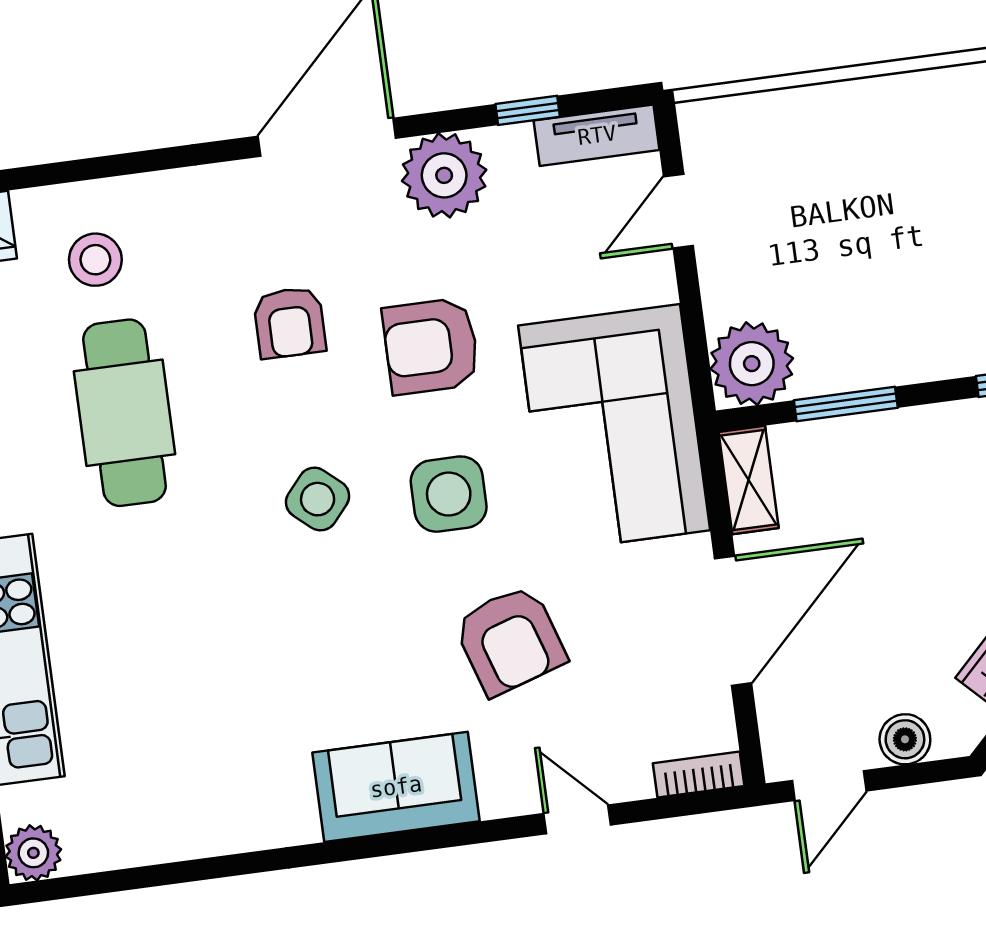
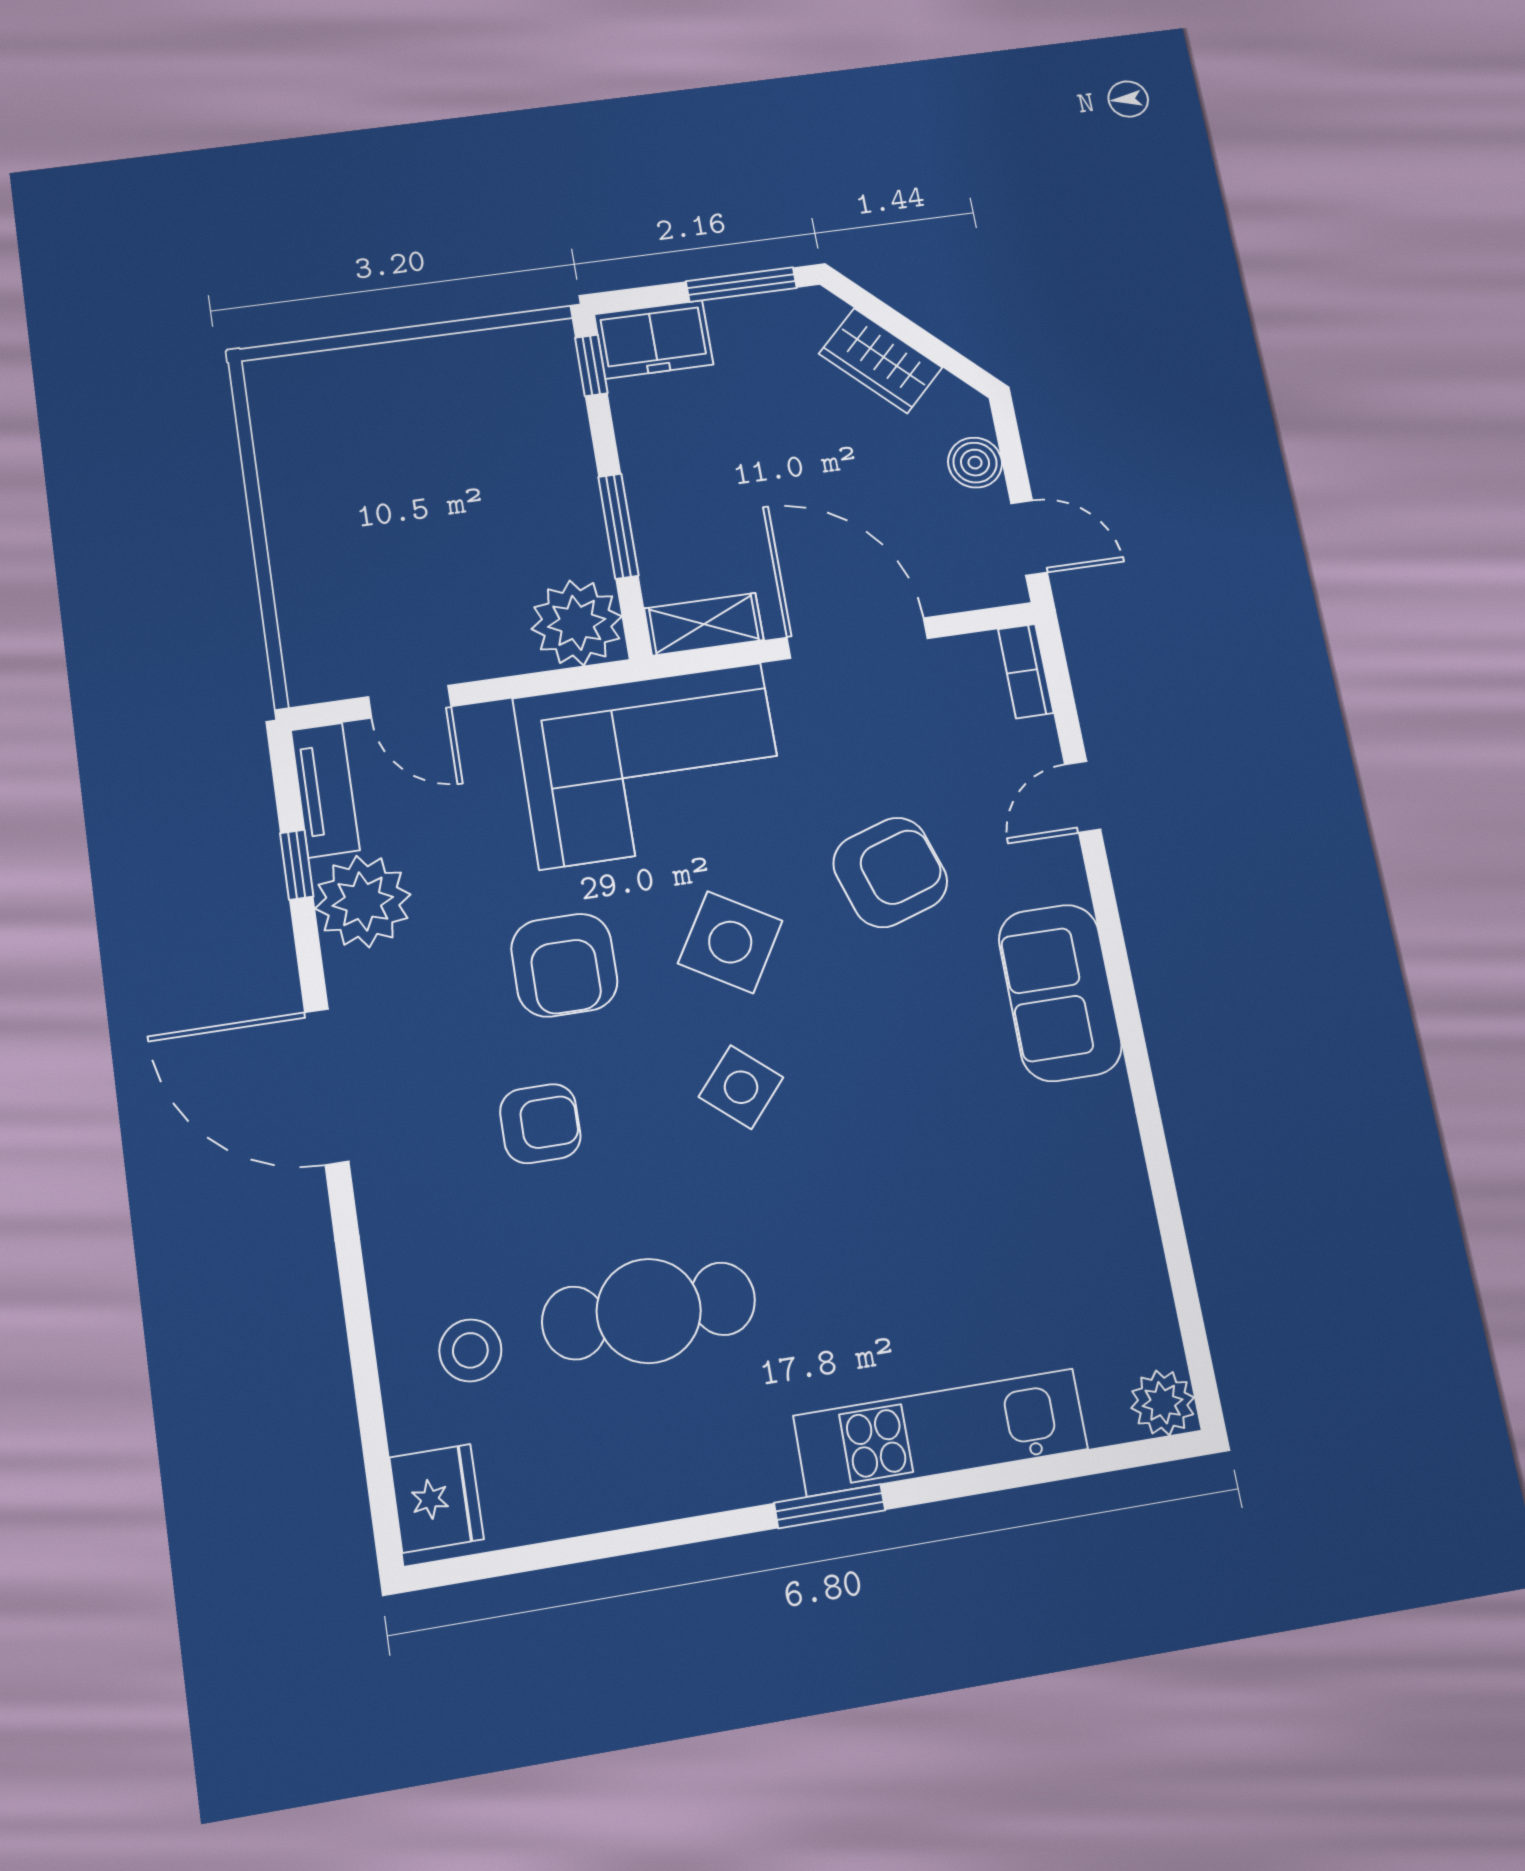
plant: (444, 175) -> (363, 901), moved
side table: (449, 494) -> (730, 942), turned 31

